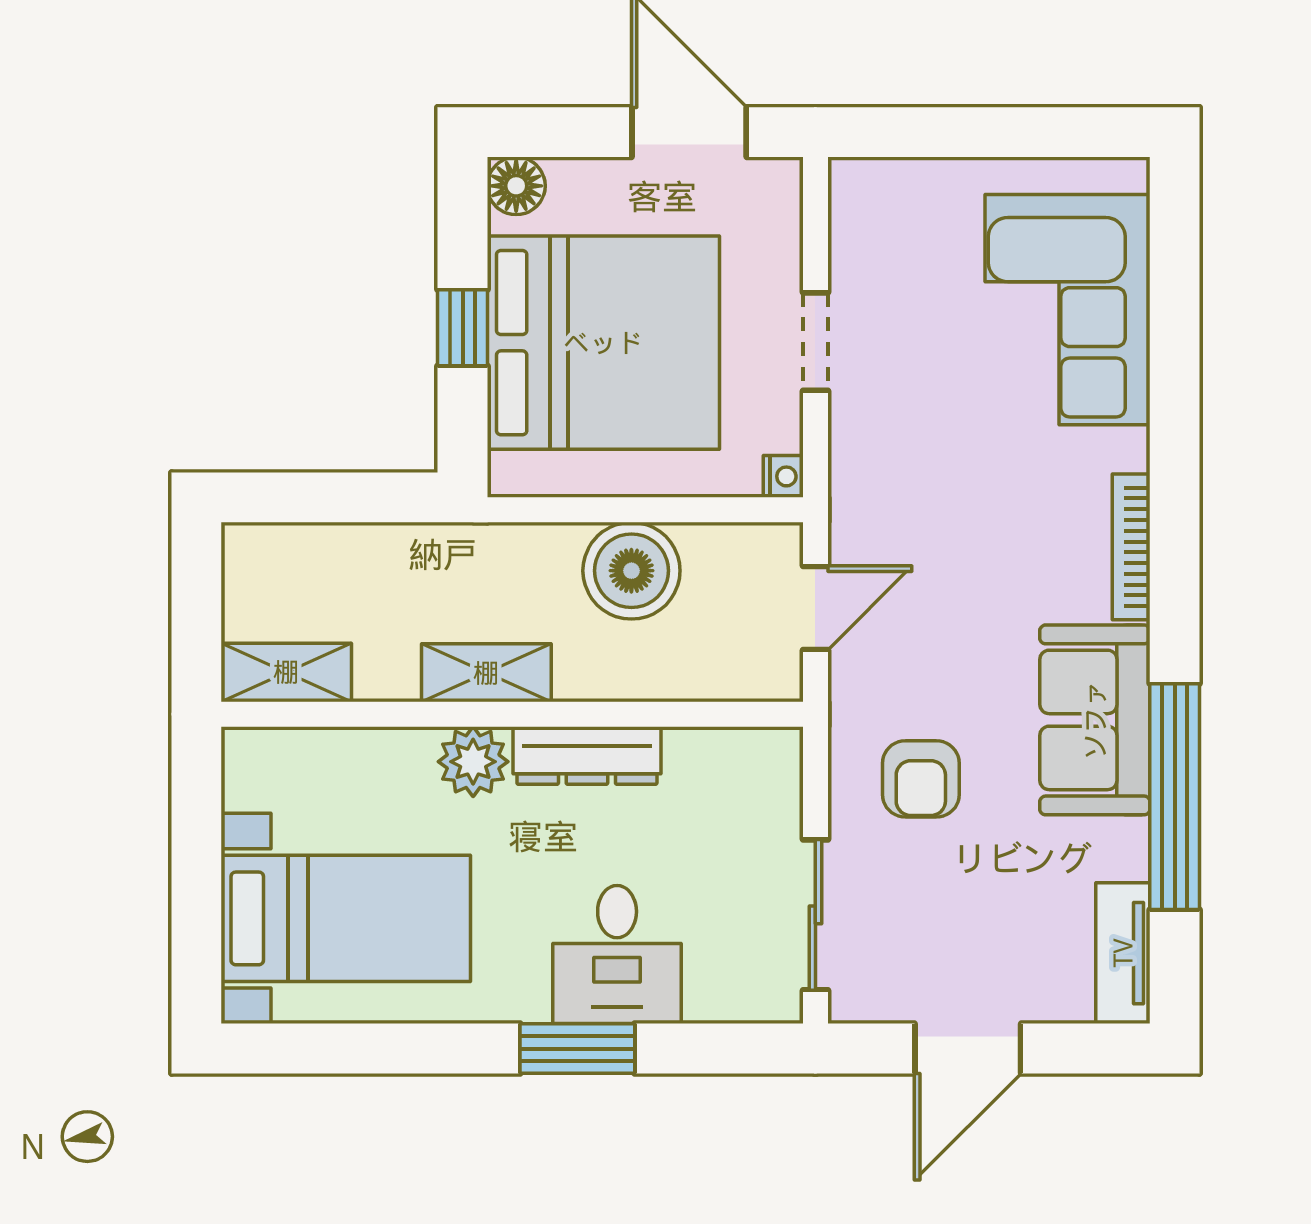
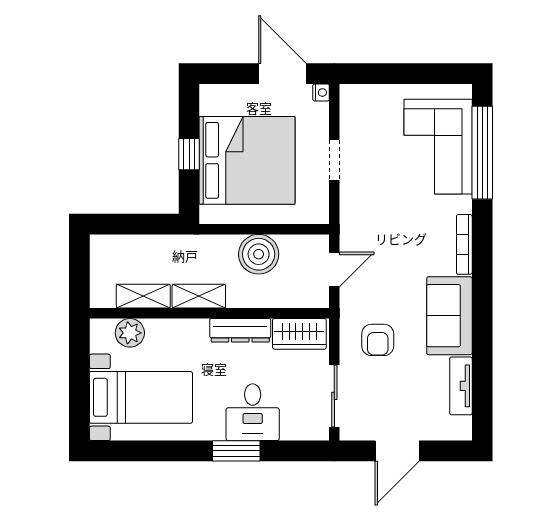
floor lamp: (516, 186) -> (211, 96), removed
nightstand: (783, 476) -> (321, 92), moved
shelving: (286, 672) -> (143, 296), moved
plant: (473, 762) -> (130, 333), moved
wardrobe: (731, 764) -> (299, 334), added
window: (1175, 797) -> (482, 153), moved
tv unit: (1123, 953) -> (461, 386), moved

